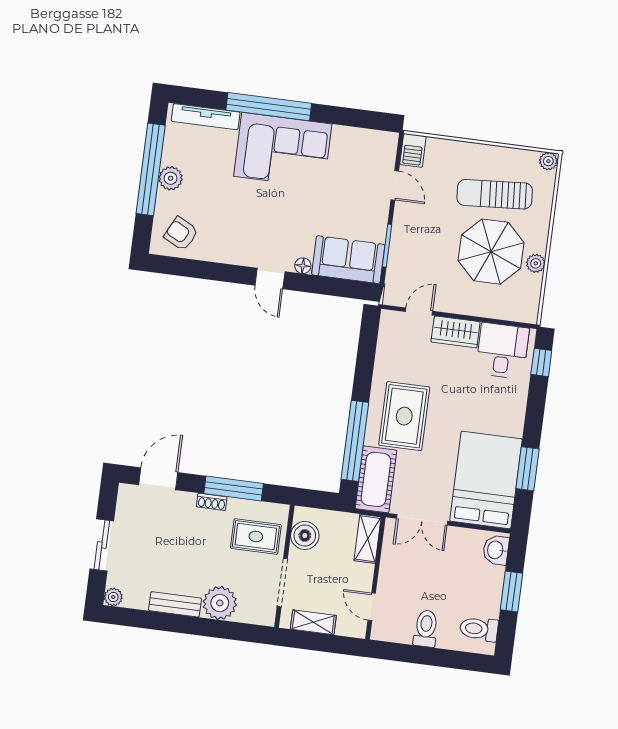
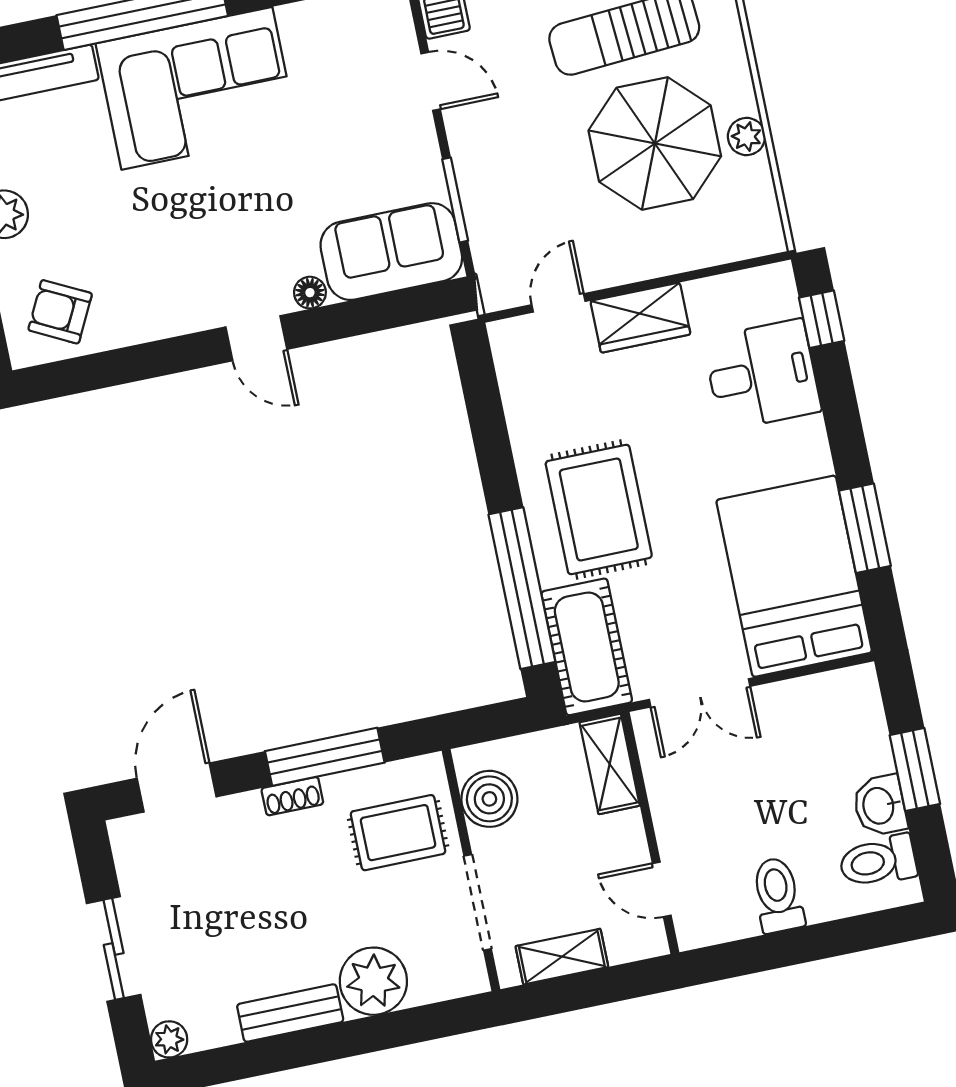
desk: (502, 351) -> (762, 375), moved, turned 90
washbasin: (496, 550) -> (880, 806), moved

